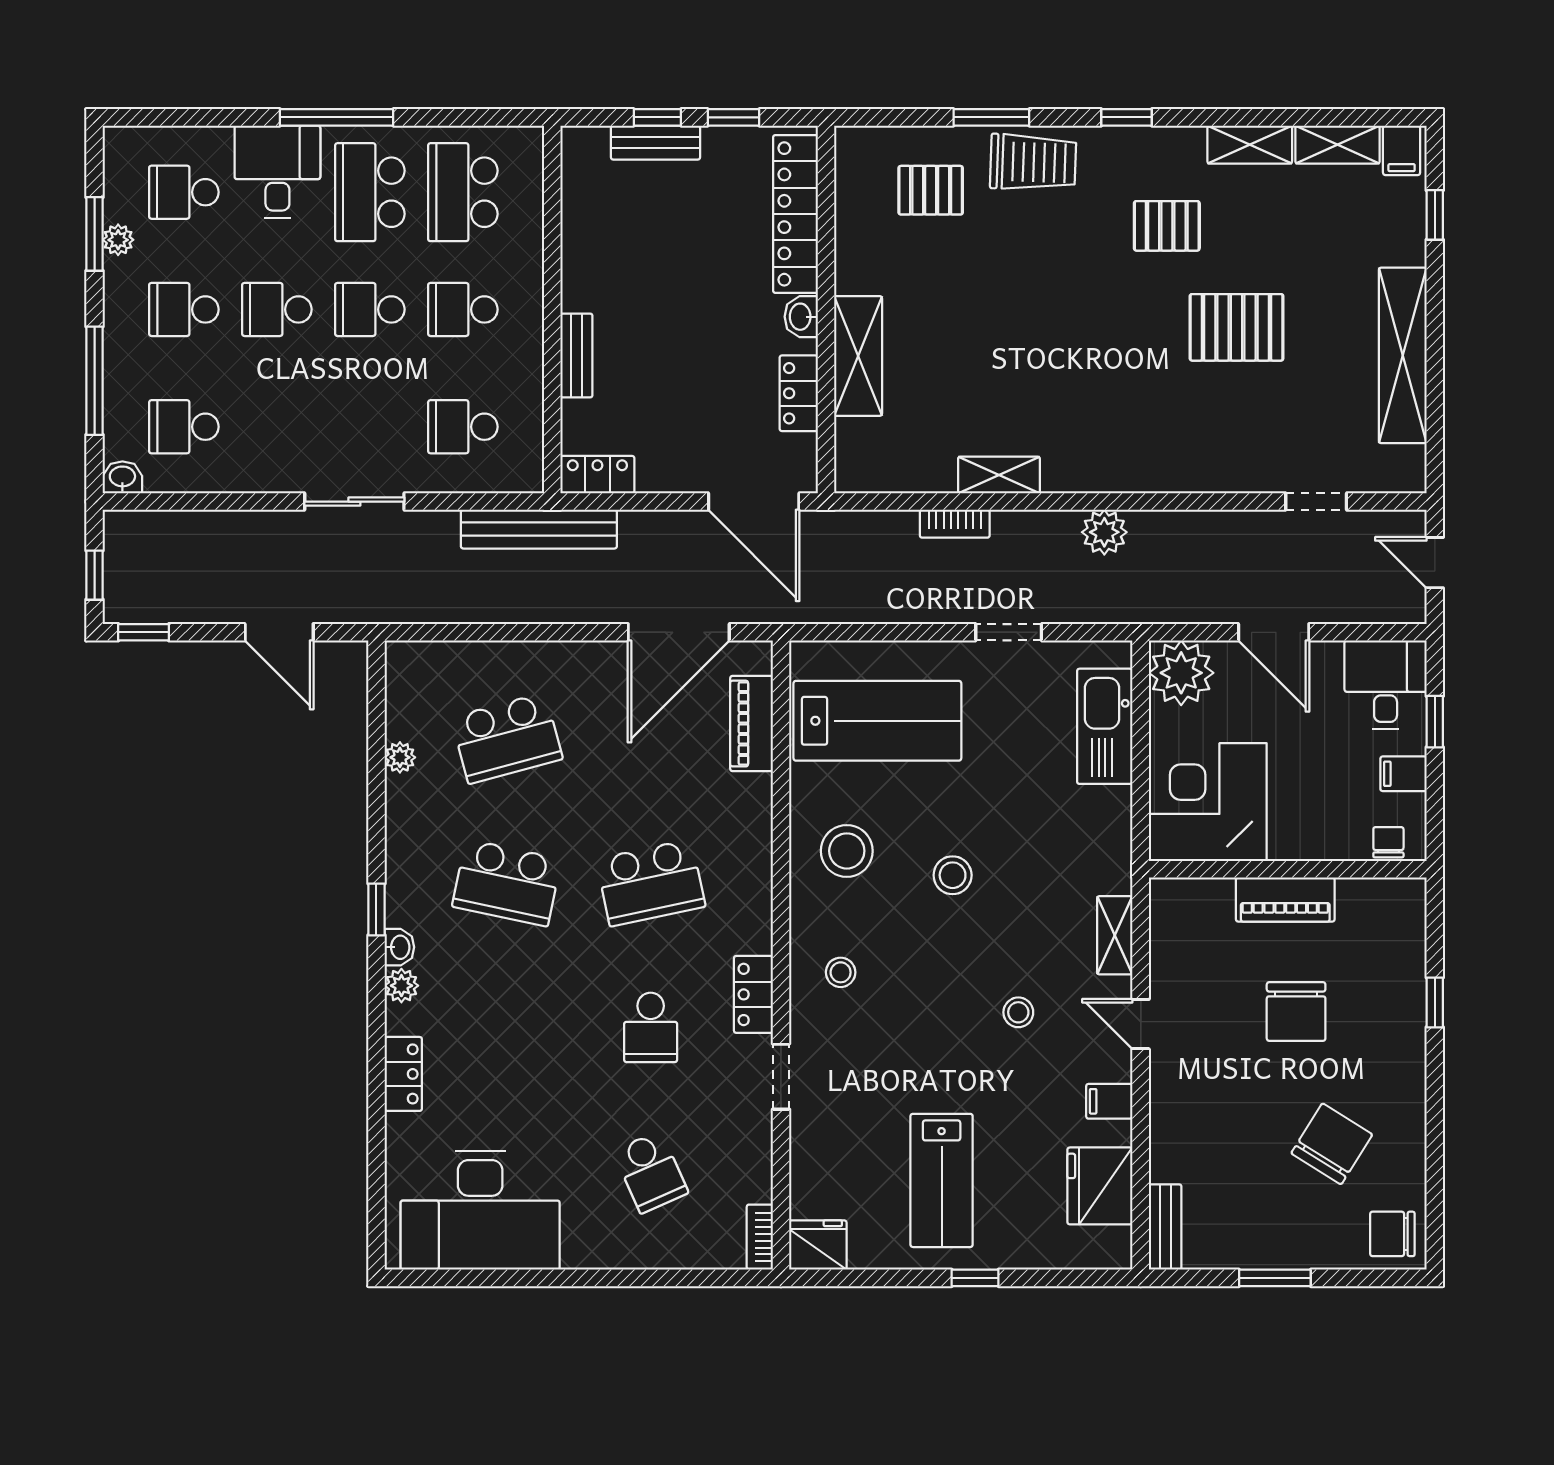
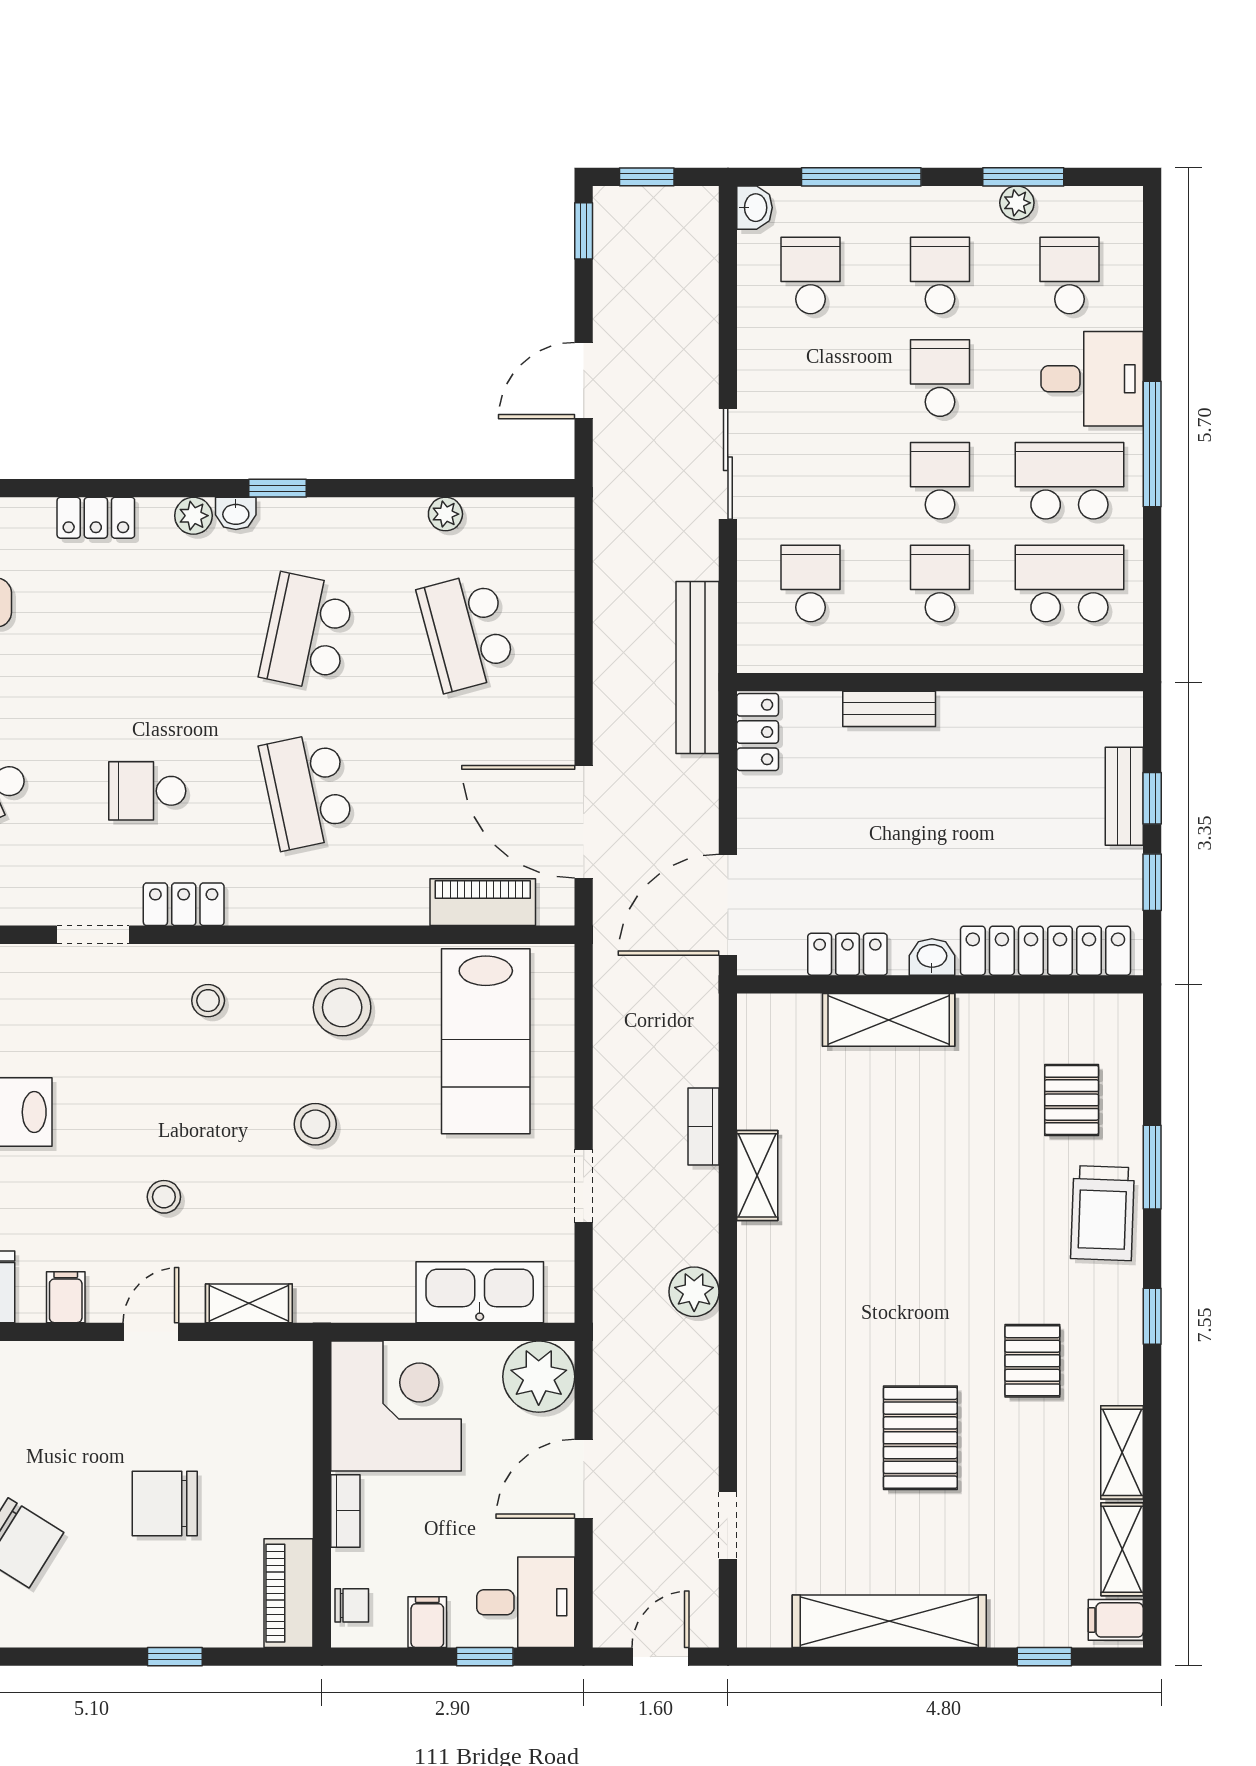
bookcase: (1303, 848) -> (345, 1511), added
piano: (1285, 900) -> (288, 1593), moved

